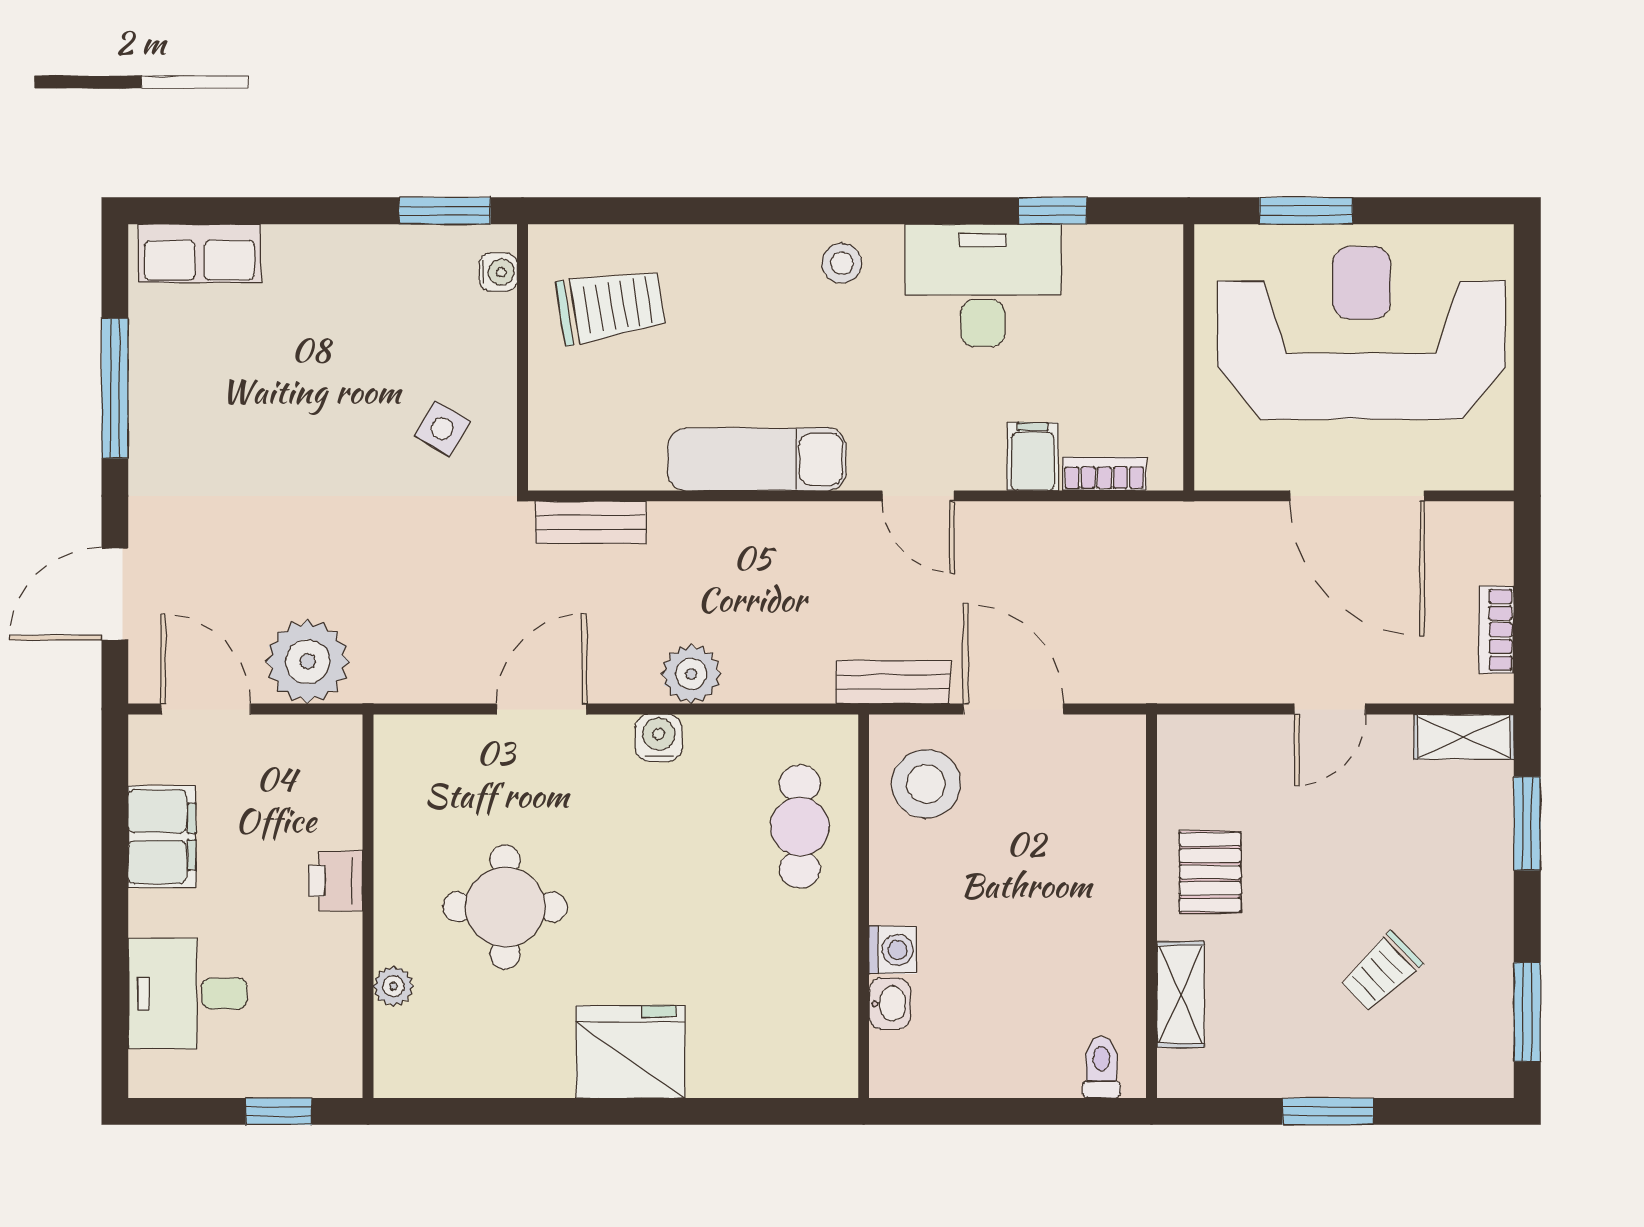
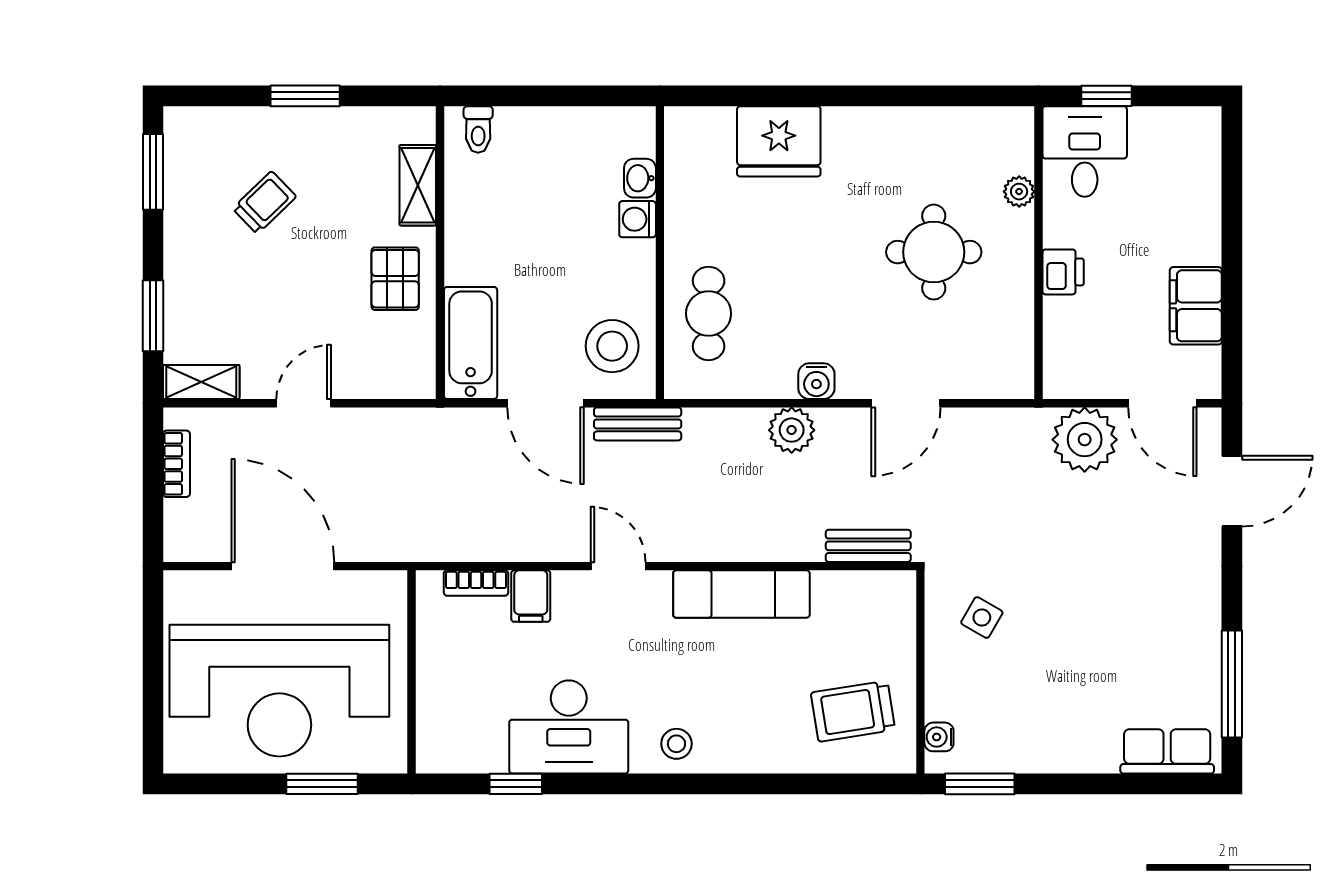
window: (115, 388) -> (1232, 684), moved
bathtub: (1111, 788) -> (471, 343), added
desk: (188, 994) -> (1085, 151), moved, turned -90
fridge: (631, 1052) -> (779, 141), moved

